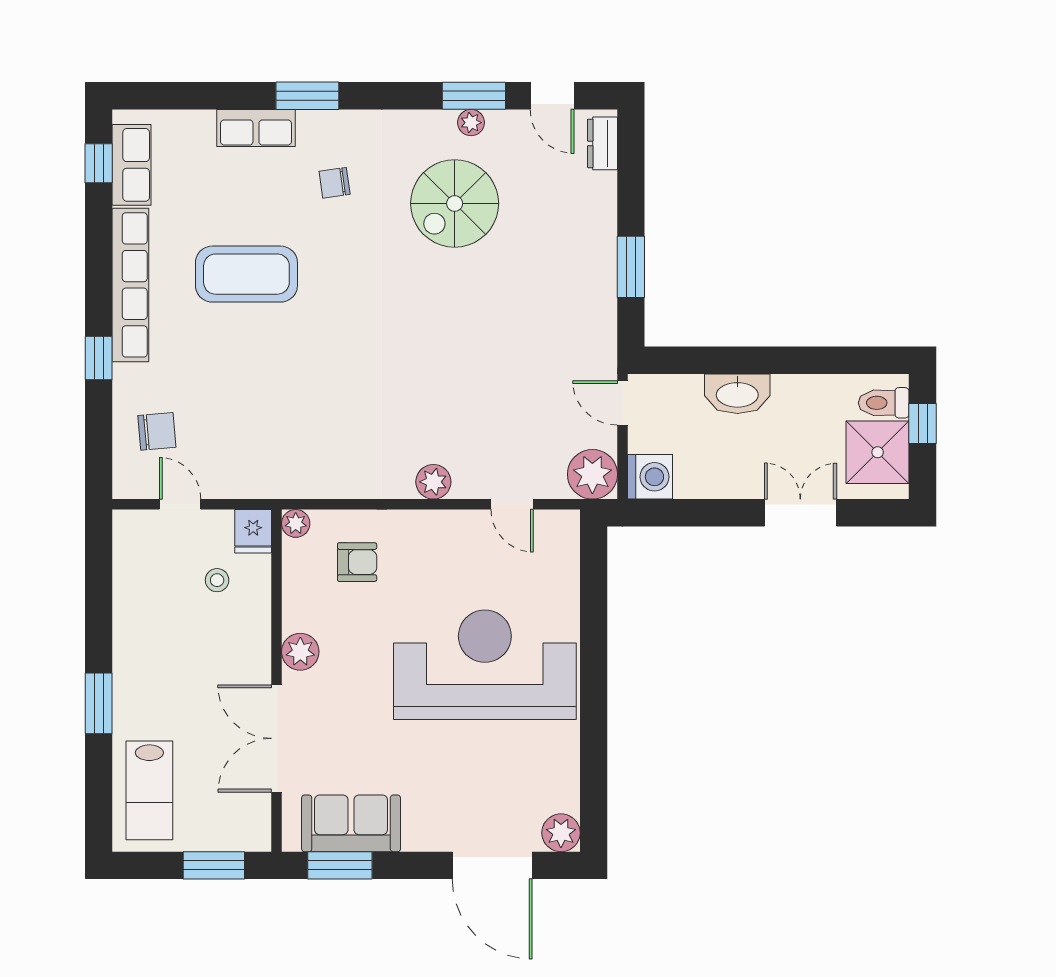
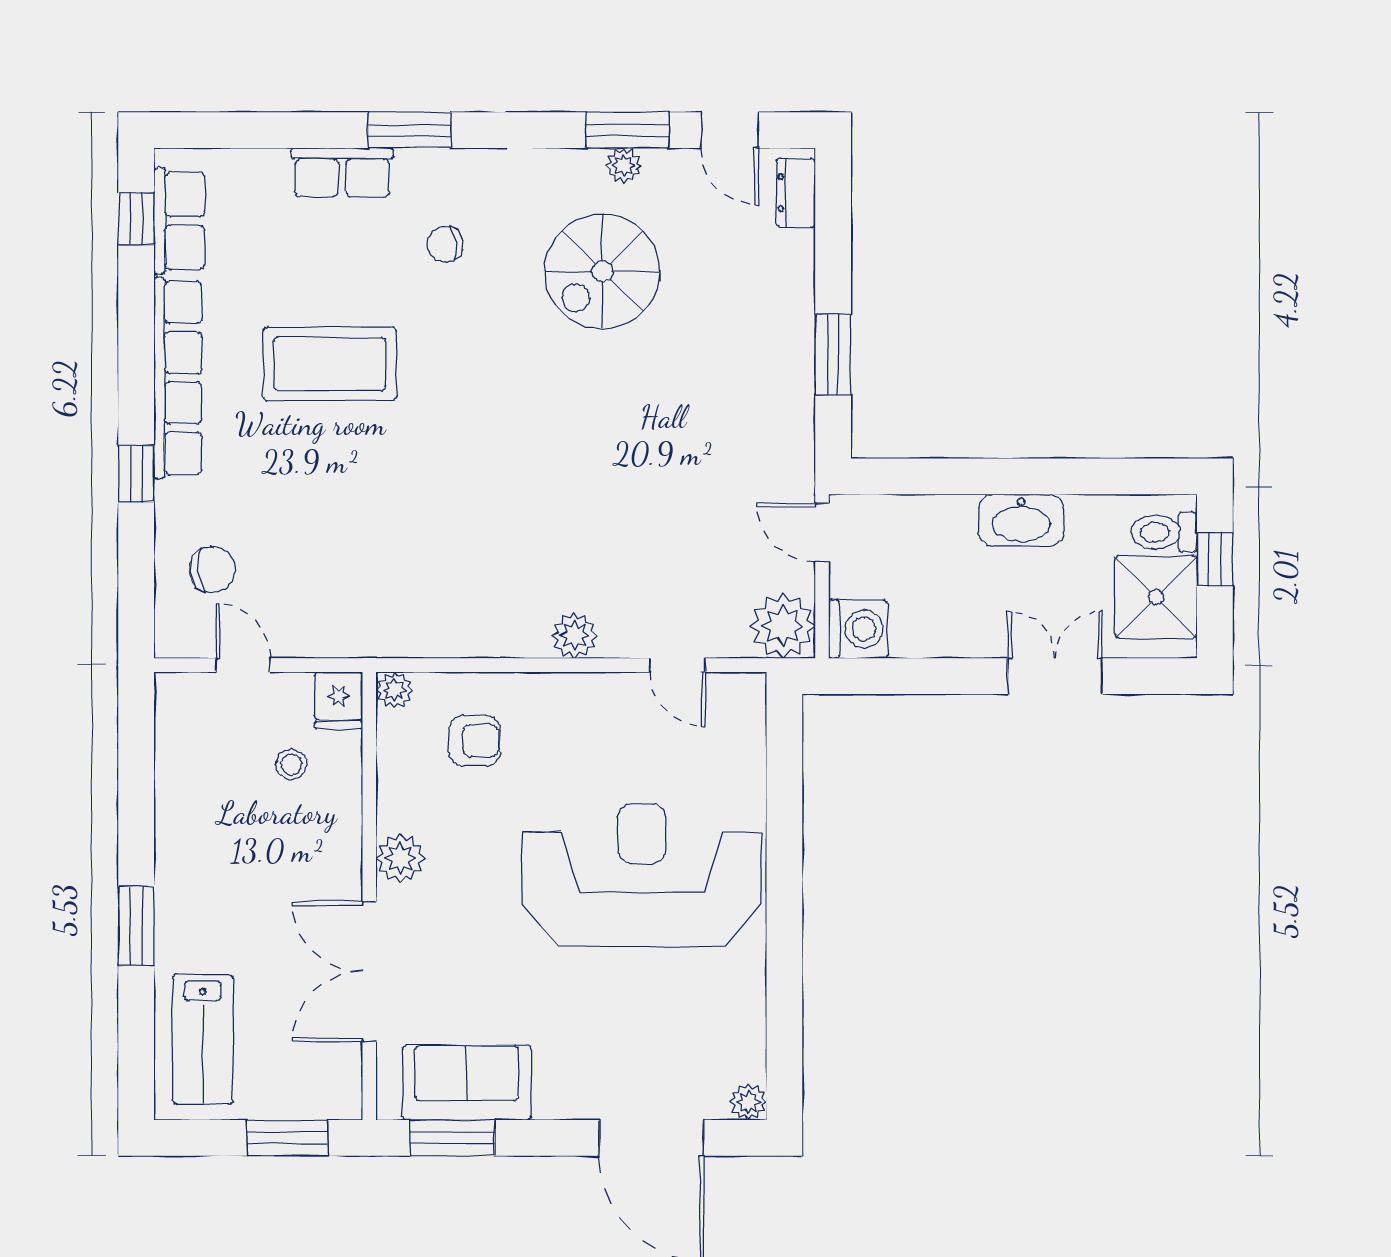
washbasin: (737, 394) -> (1021, 520), moved
plant: (561, 833) -> (748, 1102), width x0.73, depth x0.73

